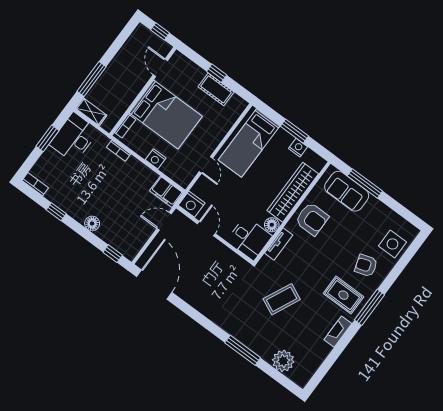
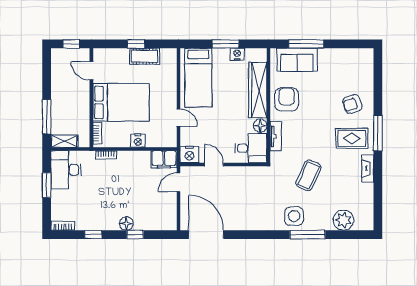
armchair: (312, 219) -> (287, 99), turned -90
side table: (392, 244) -> (294, 216), moved
window: (113, 254) -> (135, 235), moved

